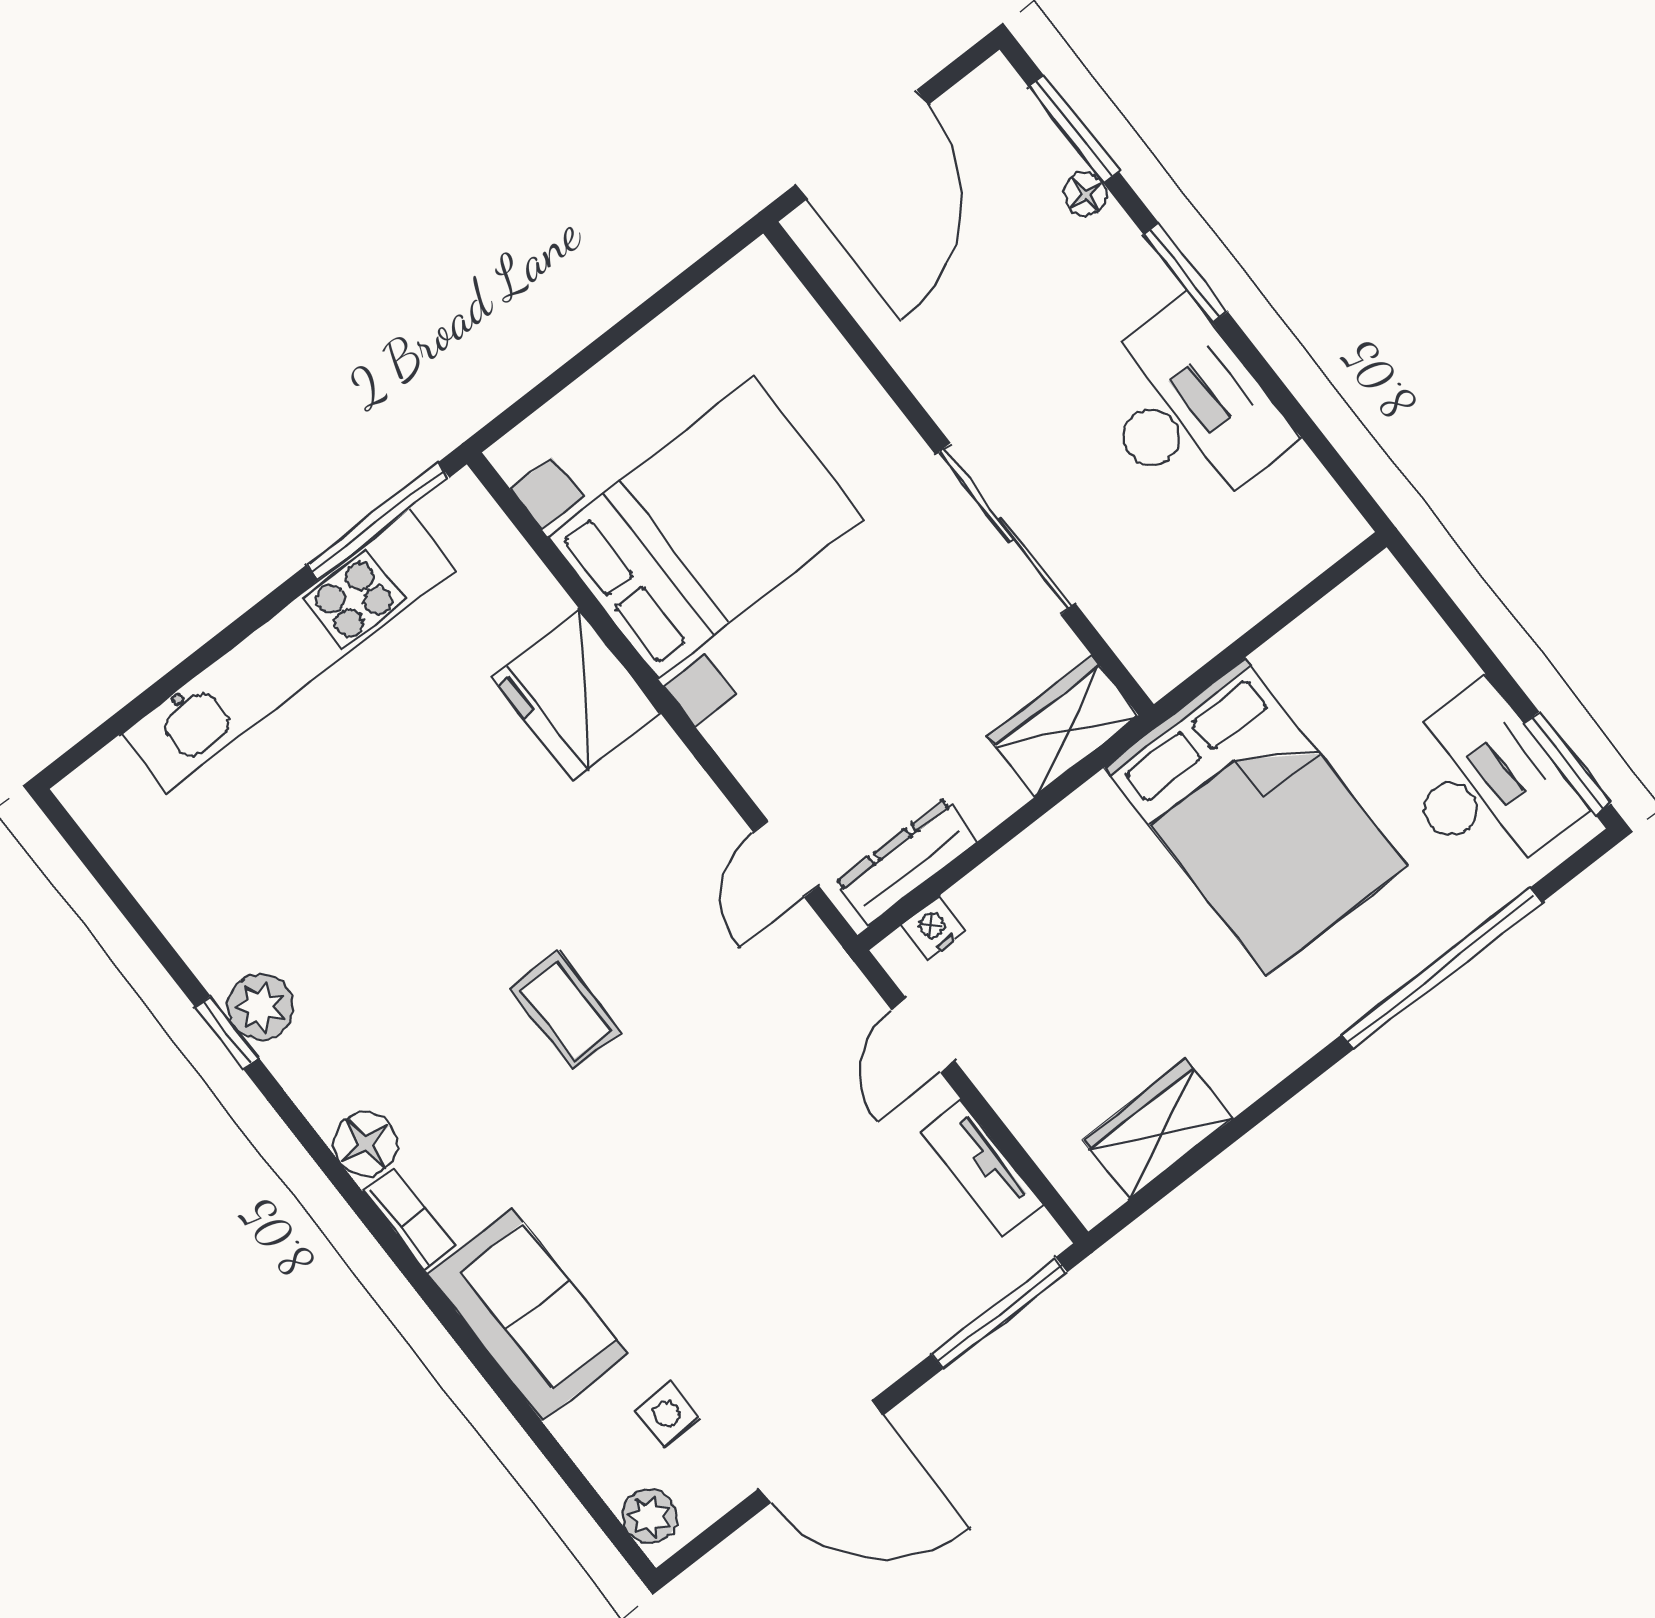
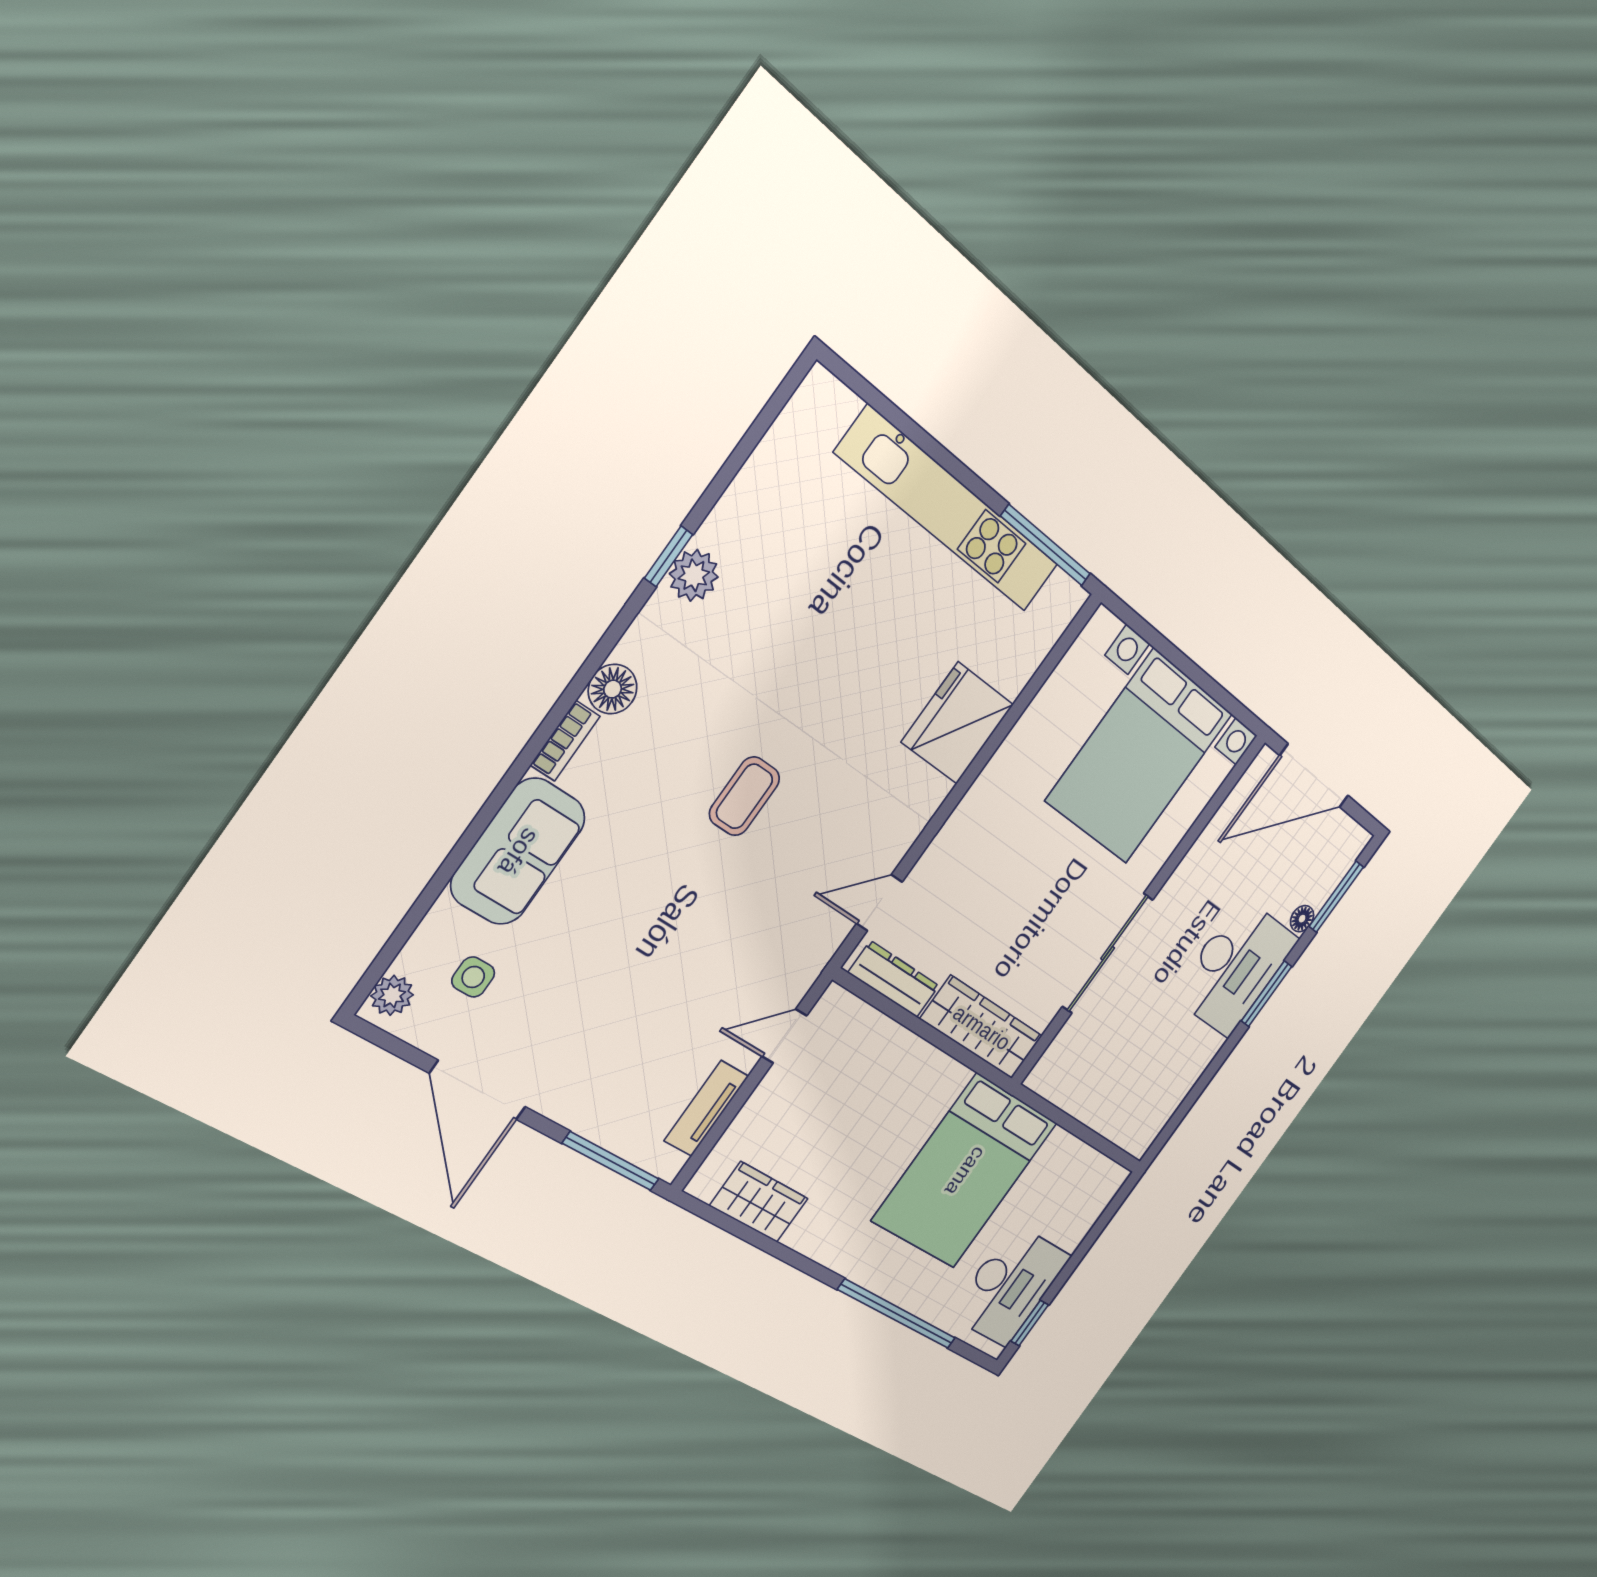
desk: (1187, 410) -> (1235, 967), moved
bed with nightstands: (706, 528) -> (1140, 757), moved, turned 90
wardrobe: (1063, 726) -> (982, 1028), width x1.50
window: (1567, 763) -> (1030, 1323), width x0.67
nightstand: (934, 928) -> (855, 1014), removed

